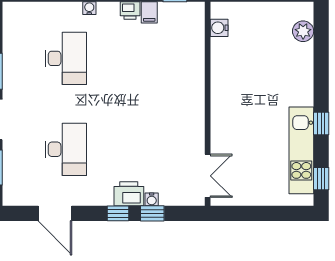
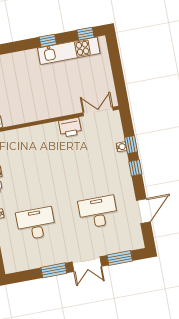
printer: (129, 194) -> (70, 127), moved, turned -90

